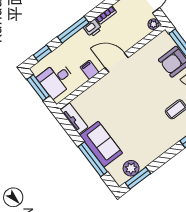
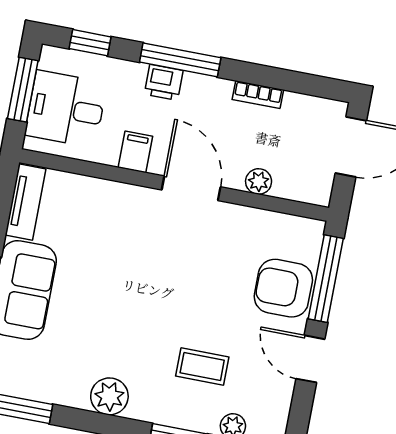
plant: (153, 24) -> (259, 181), moved
printer: (93, 28) -> (164, 82), moved
plant: (131, 168) -> (109, 396), moved

